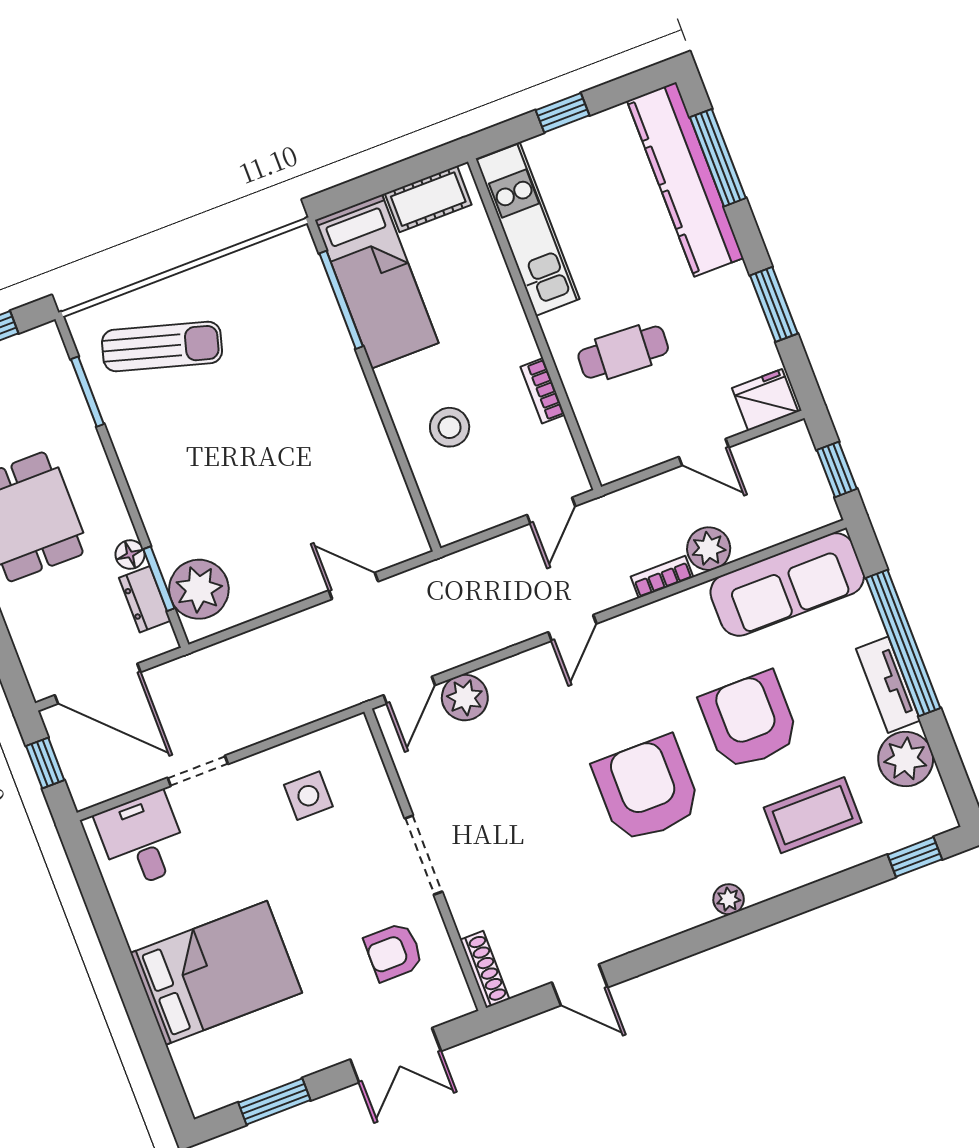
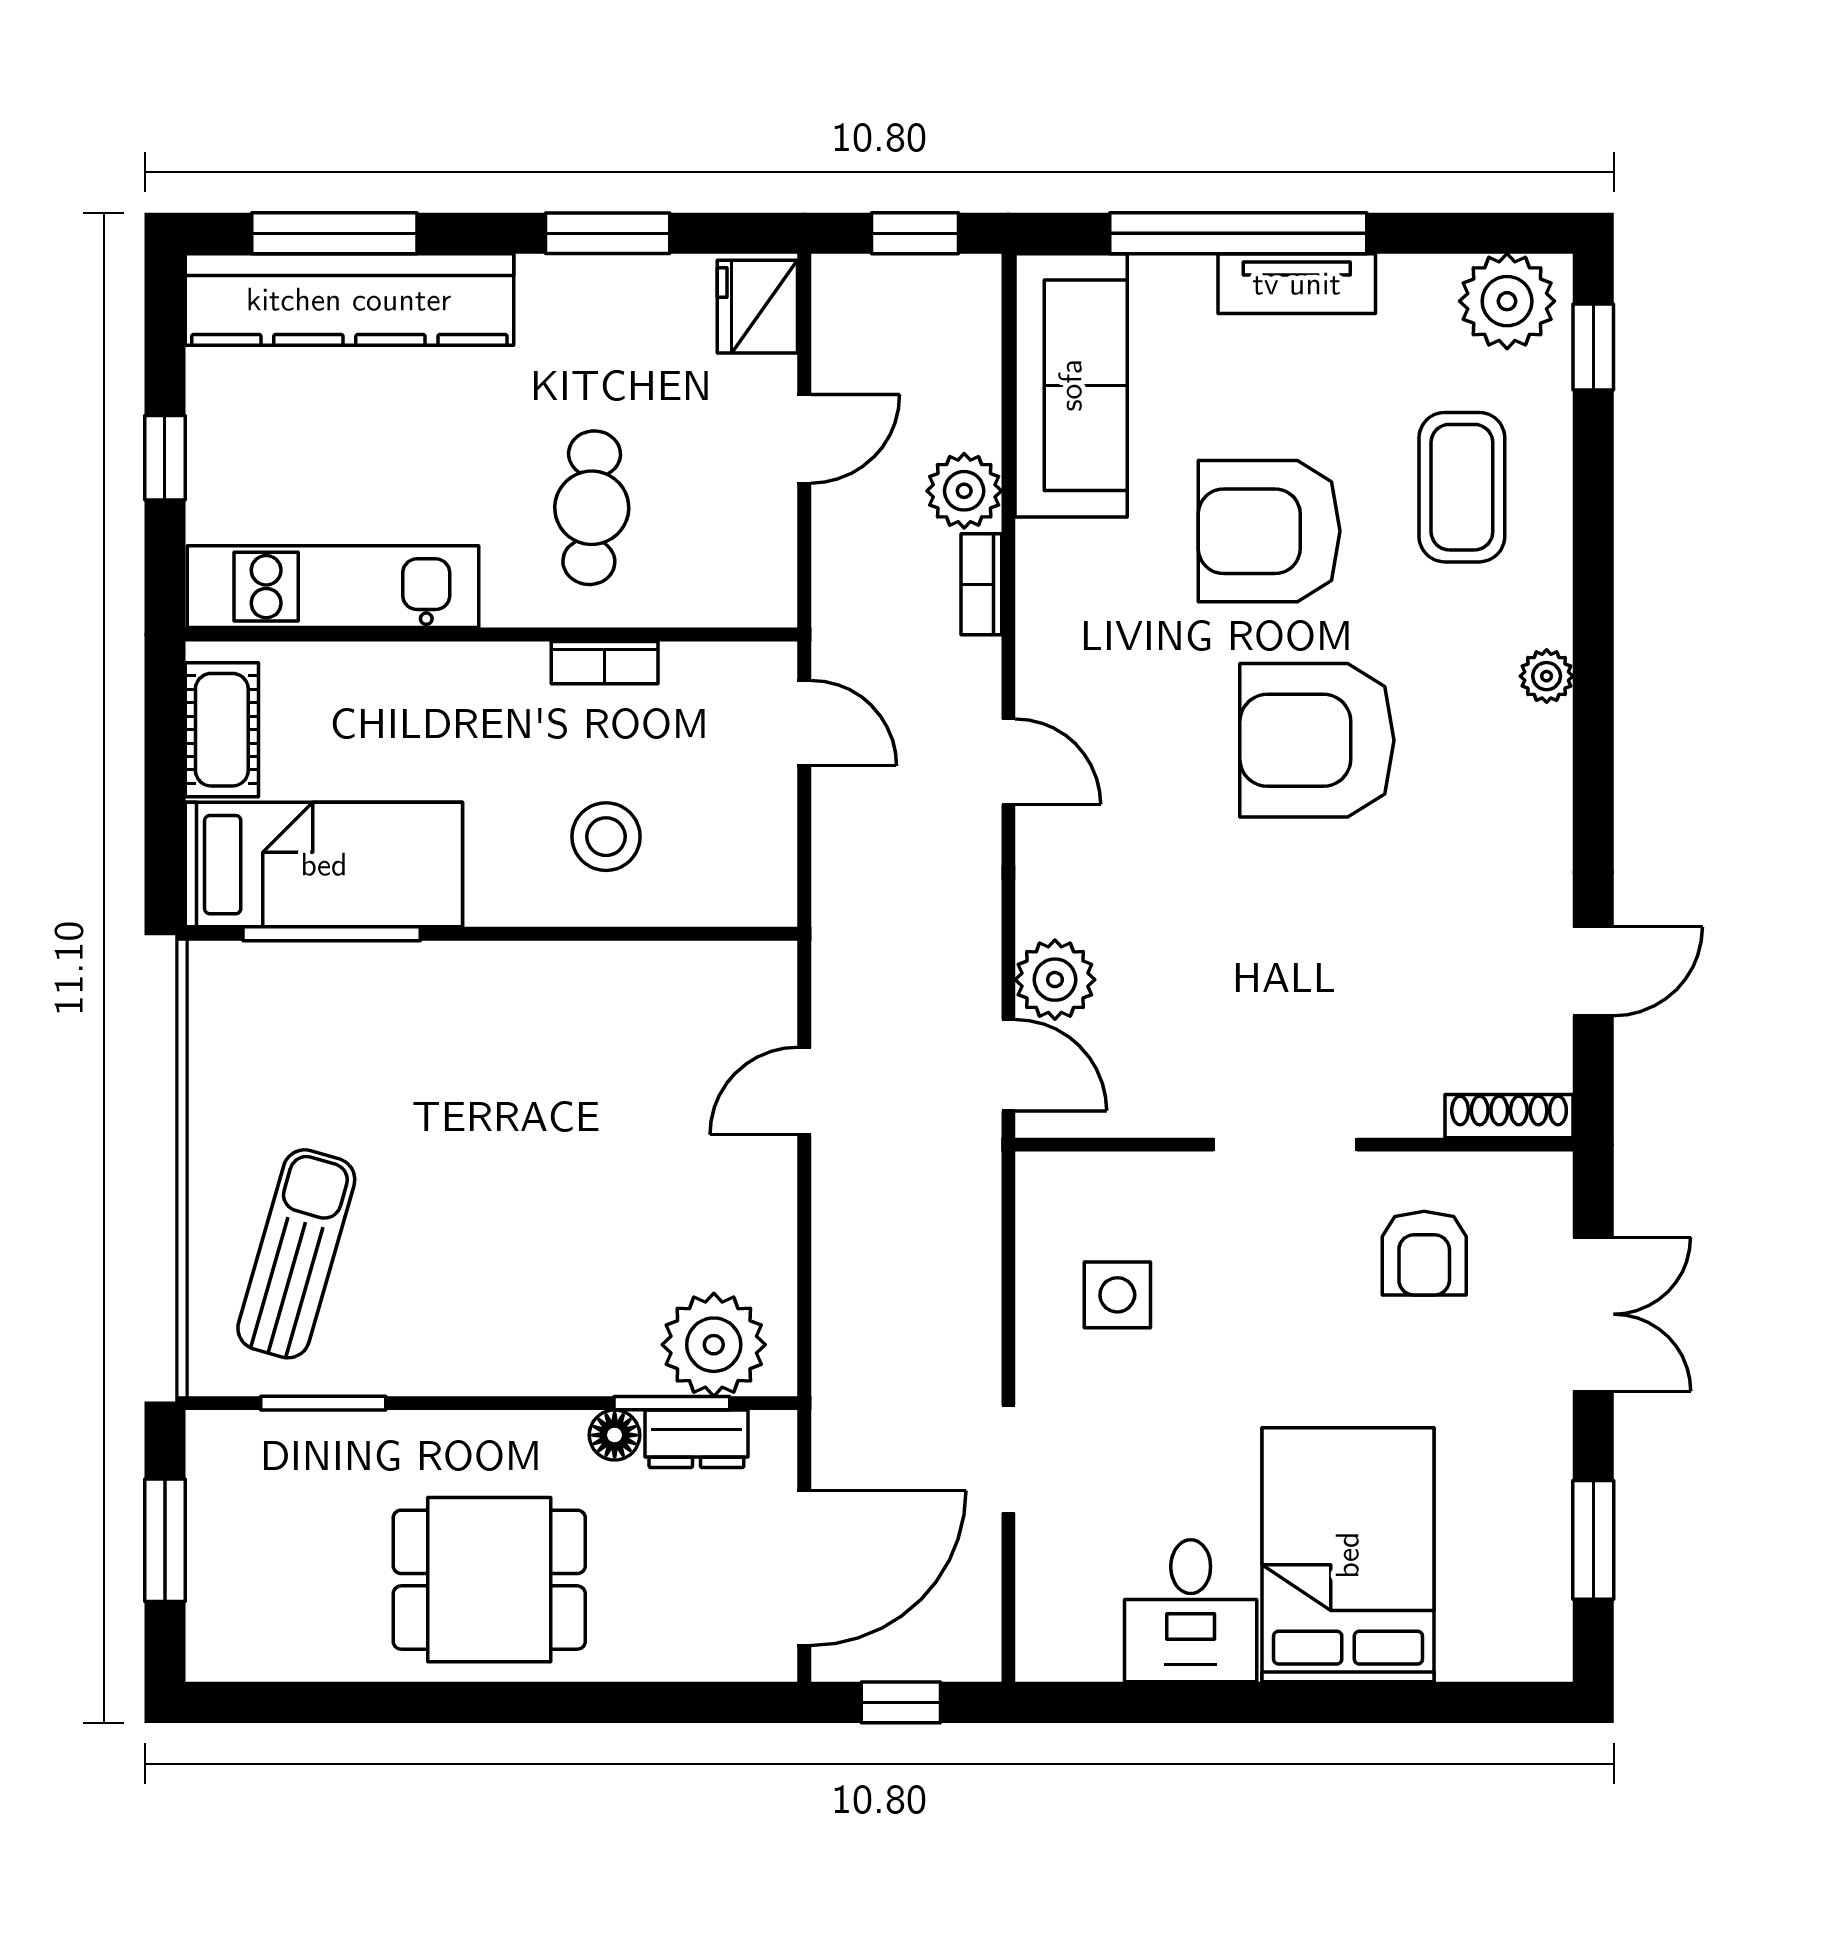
plant: (906, 759) -> (1507, 301), moved
desk: (142, 840) -> (1191, 1611), moved, turned -90

